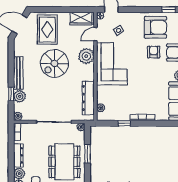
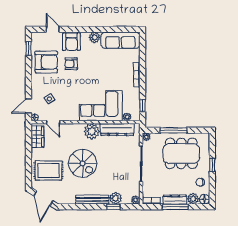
armchair: (155, 27) -> (46, 62), turned 90
plant: (86, 56) -> (92, 131), moved
corner sofa: (112, 64) -> (101, 106), moved
window: (124, 123) -> (143, 106), moved
window: (87, 154) -> (173, 130), width x1.44
window: (11, 156) -> (175, 207), added

